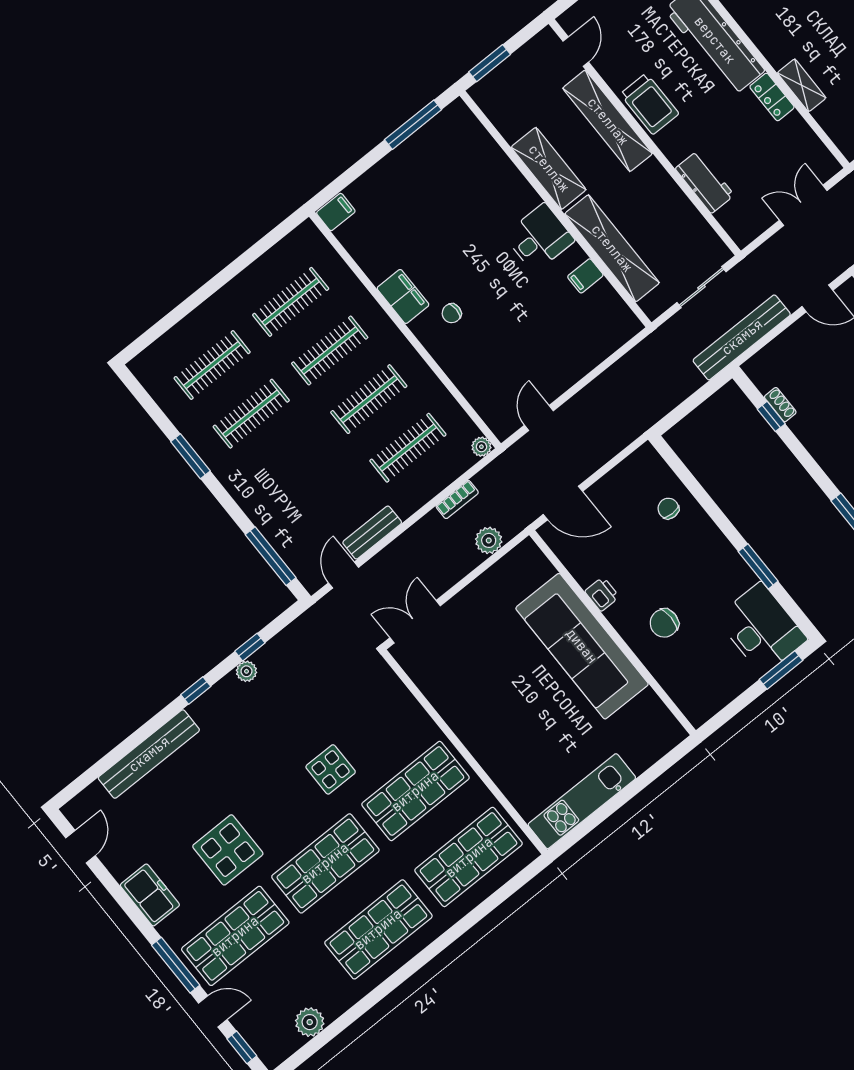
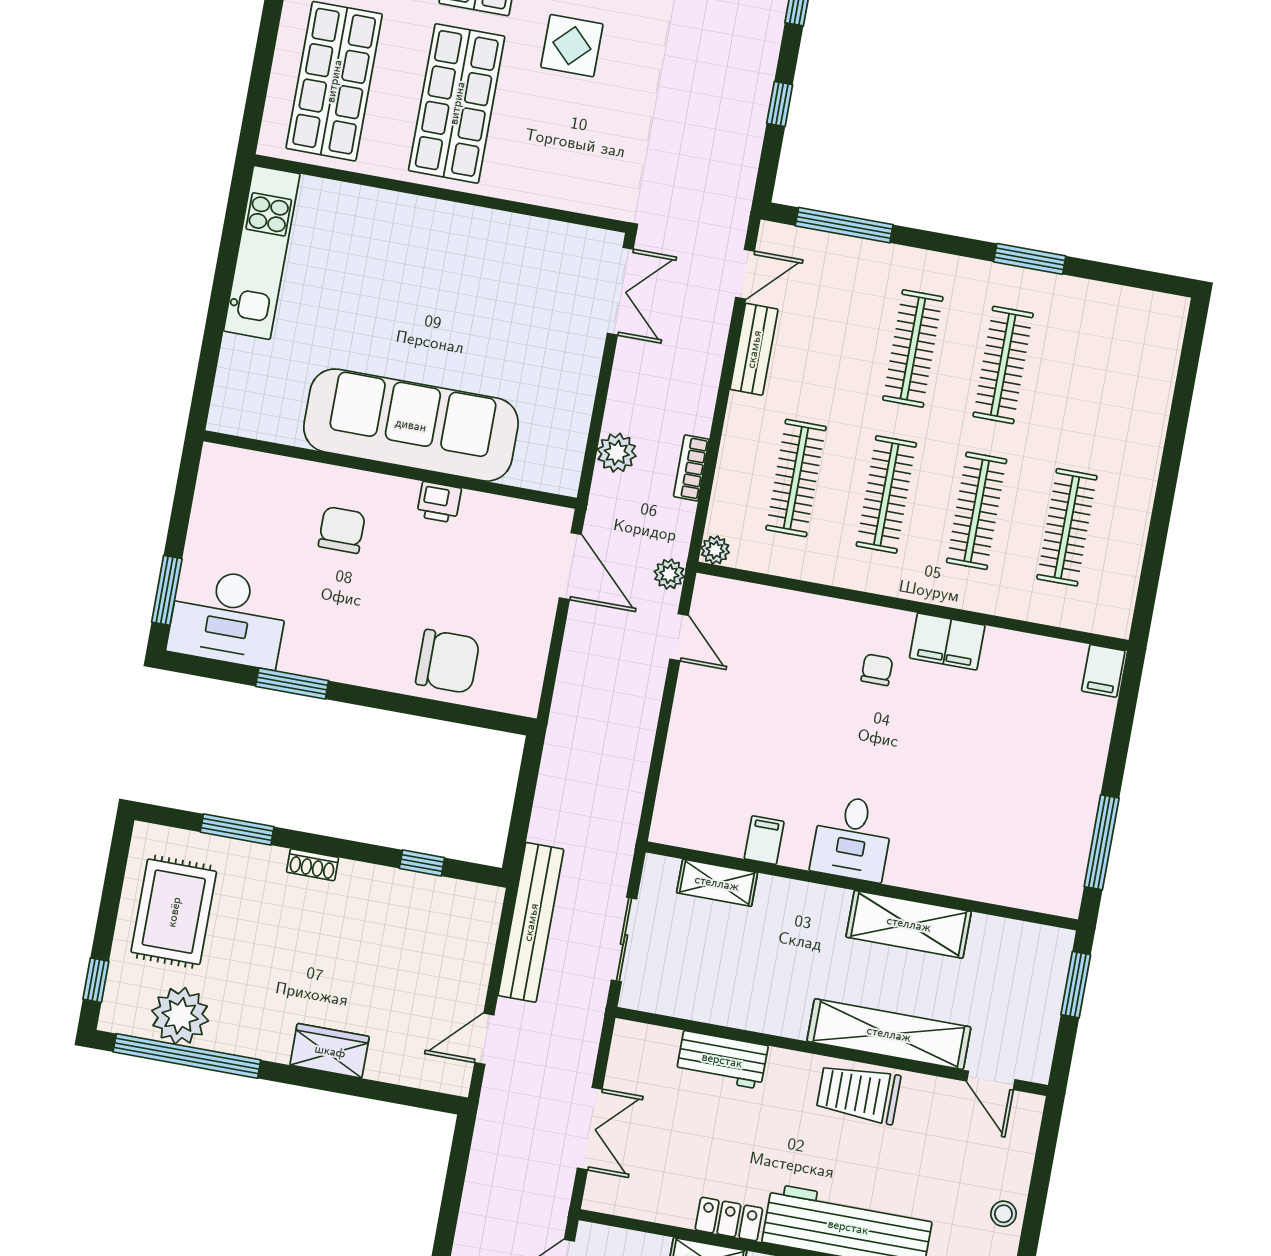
shelving: (612, 248) -> (717, 883), width x0.45, depth x0.75
clothes rail: (212, 365) -> (913, 348), moved
shoe rack: (780, 405) -> (312, 865), moved
door: (563, 503) -> (570, 566), swing flipped
chair: (668, 508) -> (448, 661), width x1.87, depth x1.87
door: (343, 575) -> (745, 274), hinge flipped
plant: (246, 671) -> (669, 574), moved

